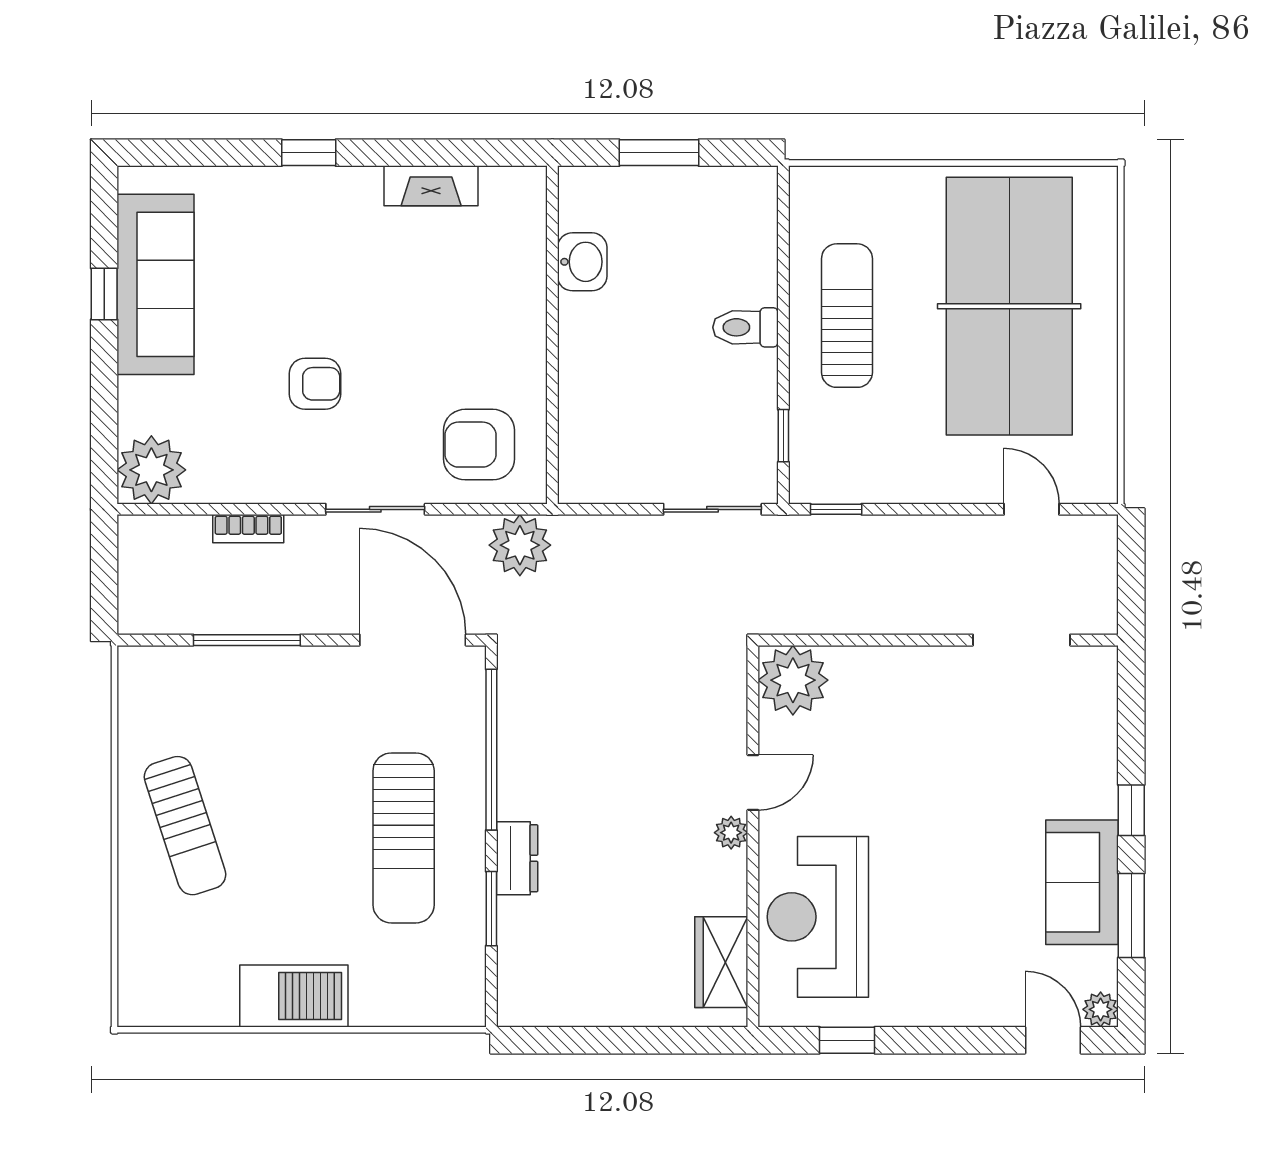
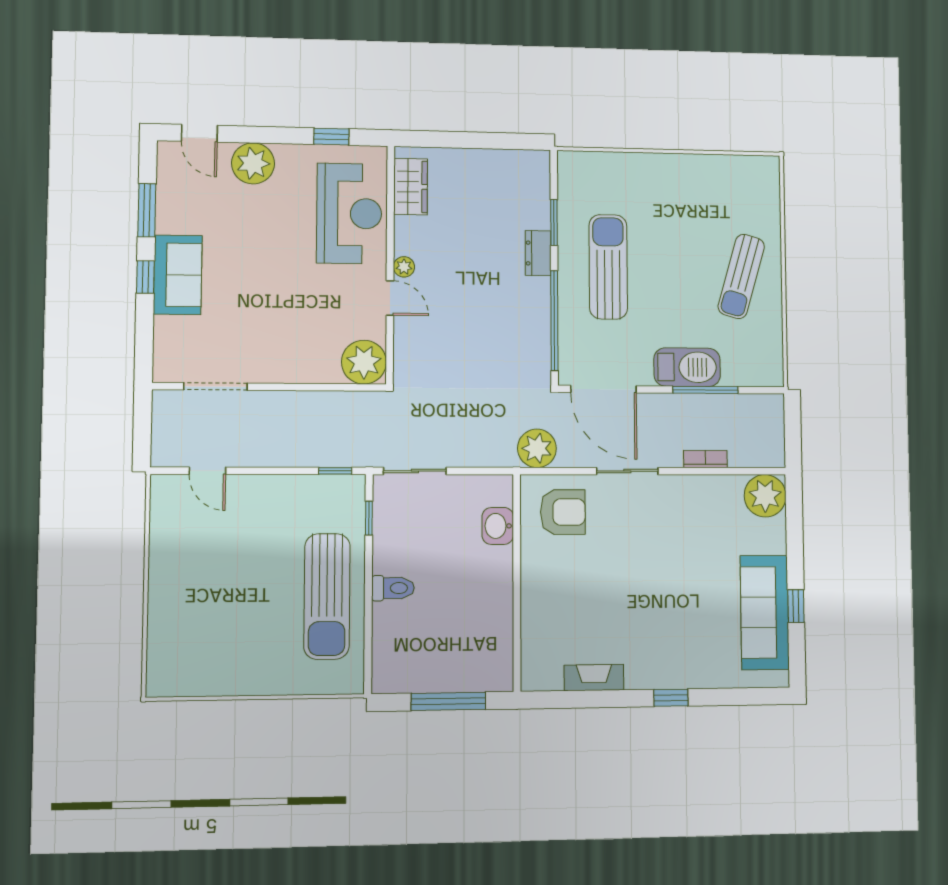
window: (659, 153) -> (448, 701), width x1.44
washbasin: (582, 262) -> (498, 526), moved
table tennis table: (1009, 306) -> (220, 603), removed
sun lounger: (847, 316) -> (327, 596), width x1.36, depth x1.34
armchair: (315, 384) -> (665, 550), removed
door: (753, 782) -> (390, 298), swing flipped
sun lounger: (185, 826) -> (741, 276), turned -146
sofa: (1082, 882) -> (178, 275), moved
barbecue: (294, 996) -> (687, 367), moved, turned 180
plant: (1101, 1009) -> (253, 163), moved, width x1.87, depth x1.87

